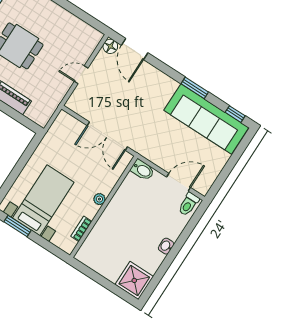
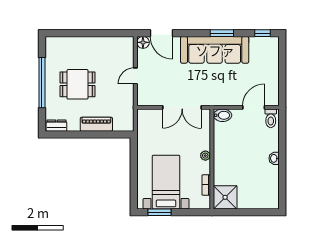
sofa: (206, 119) -> (215, 50), moved
shower: (134, 280) -> (225, 197), moved

